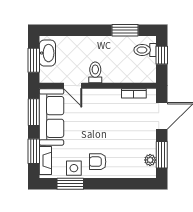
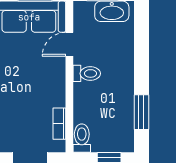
toilet: (145, 50) -> (82, 138), moved

